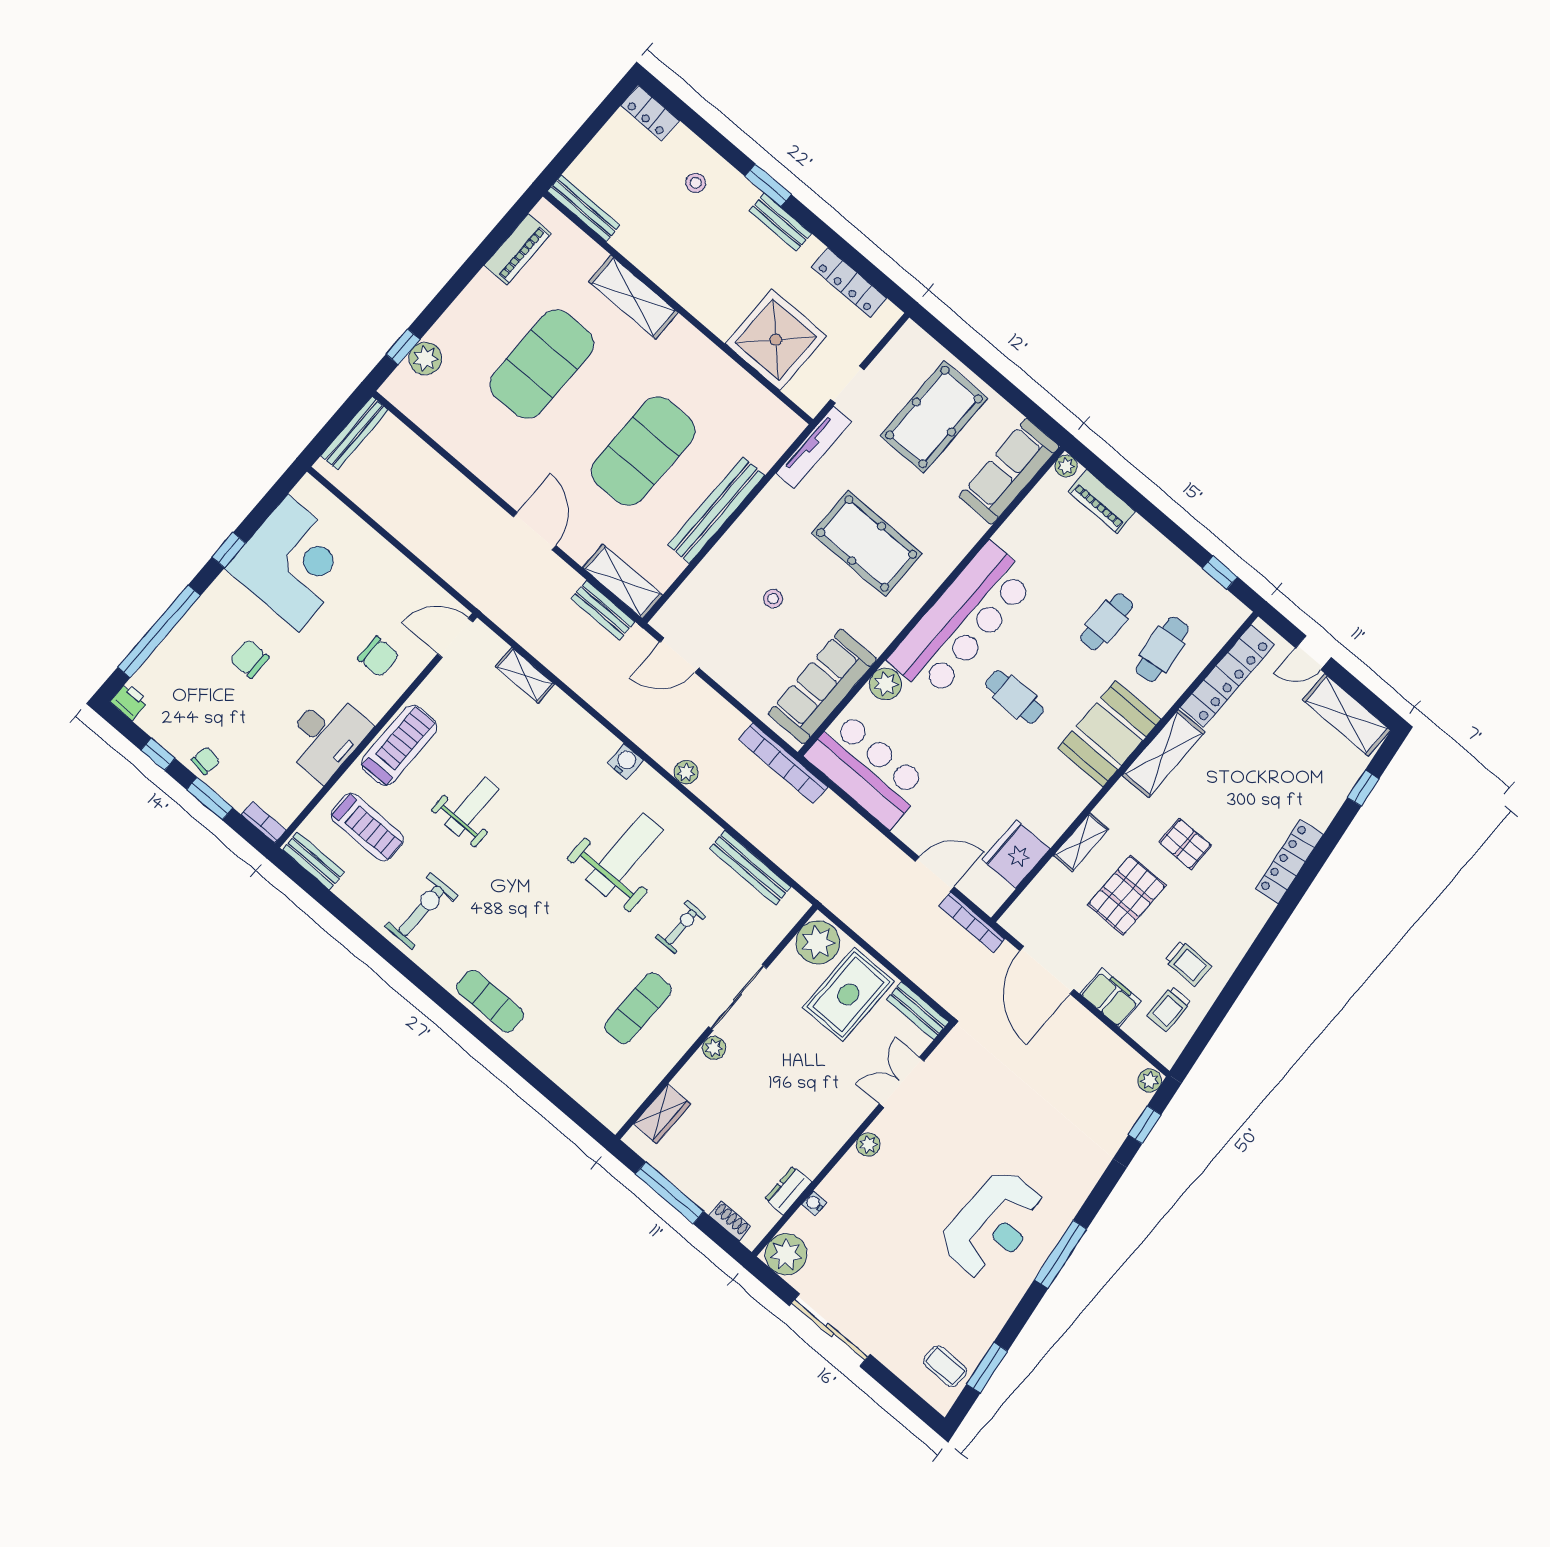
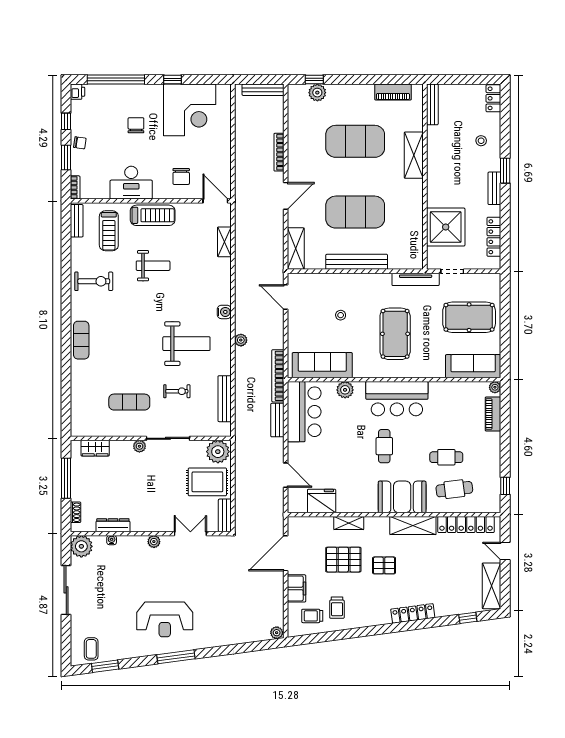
bench: (603, 610) -> (277, 420), moved
bar counter: (962, 621) -> (397, 399), width x0.73
pallet: (1185, 844) -> (384, 565), turned 90
bookcase: (972, 922) -> (279, 152), moved
window: (1145, 1125) -> (257, 646), removed
dresser: (788, 1190) -> (113, 525), width x1.44

